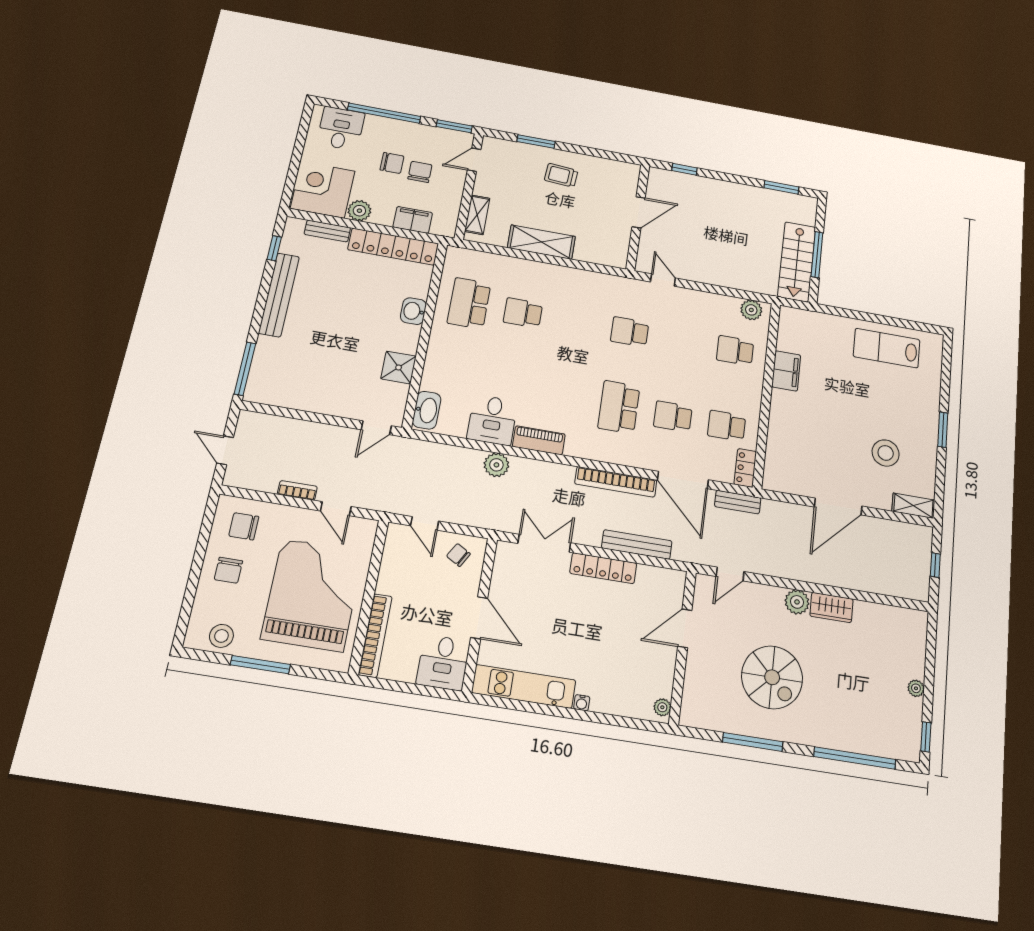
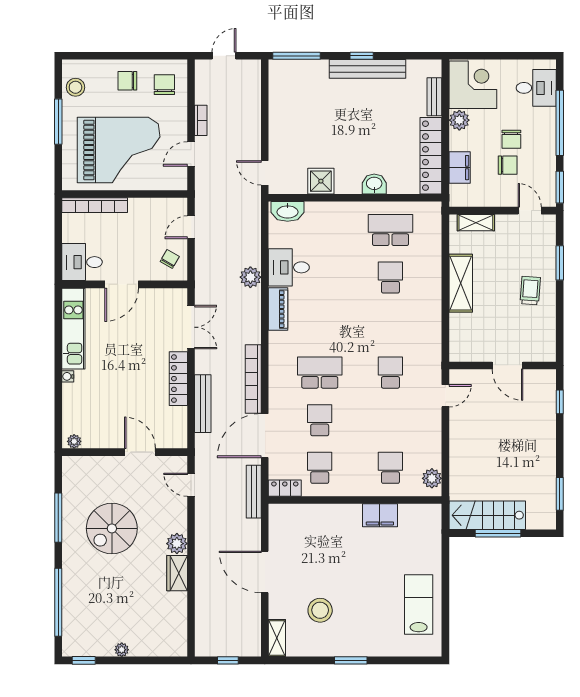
window: (274, 248) -> (362, 56), moved
bench: (738, 502) -> (254, 492), width x1.36

